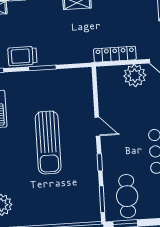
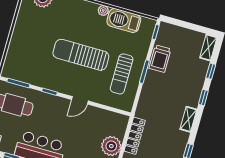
trolley: (22, 56) -> (160, 59), turned 180
sun lounger: (53, 92) -> (122, 74), added

